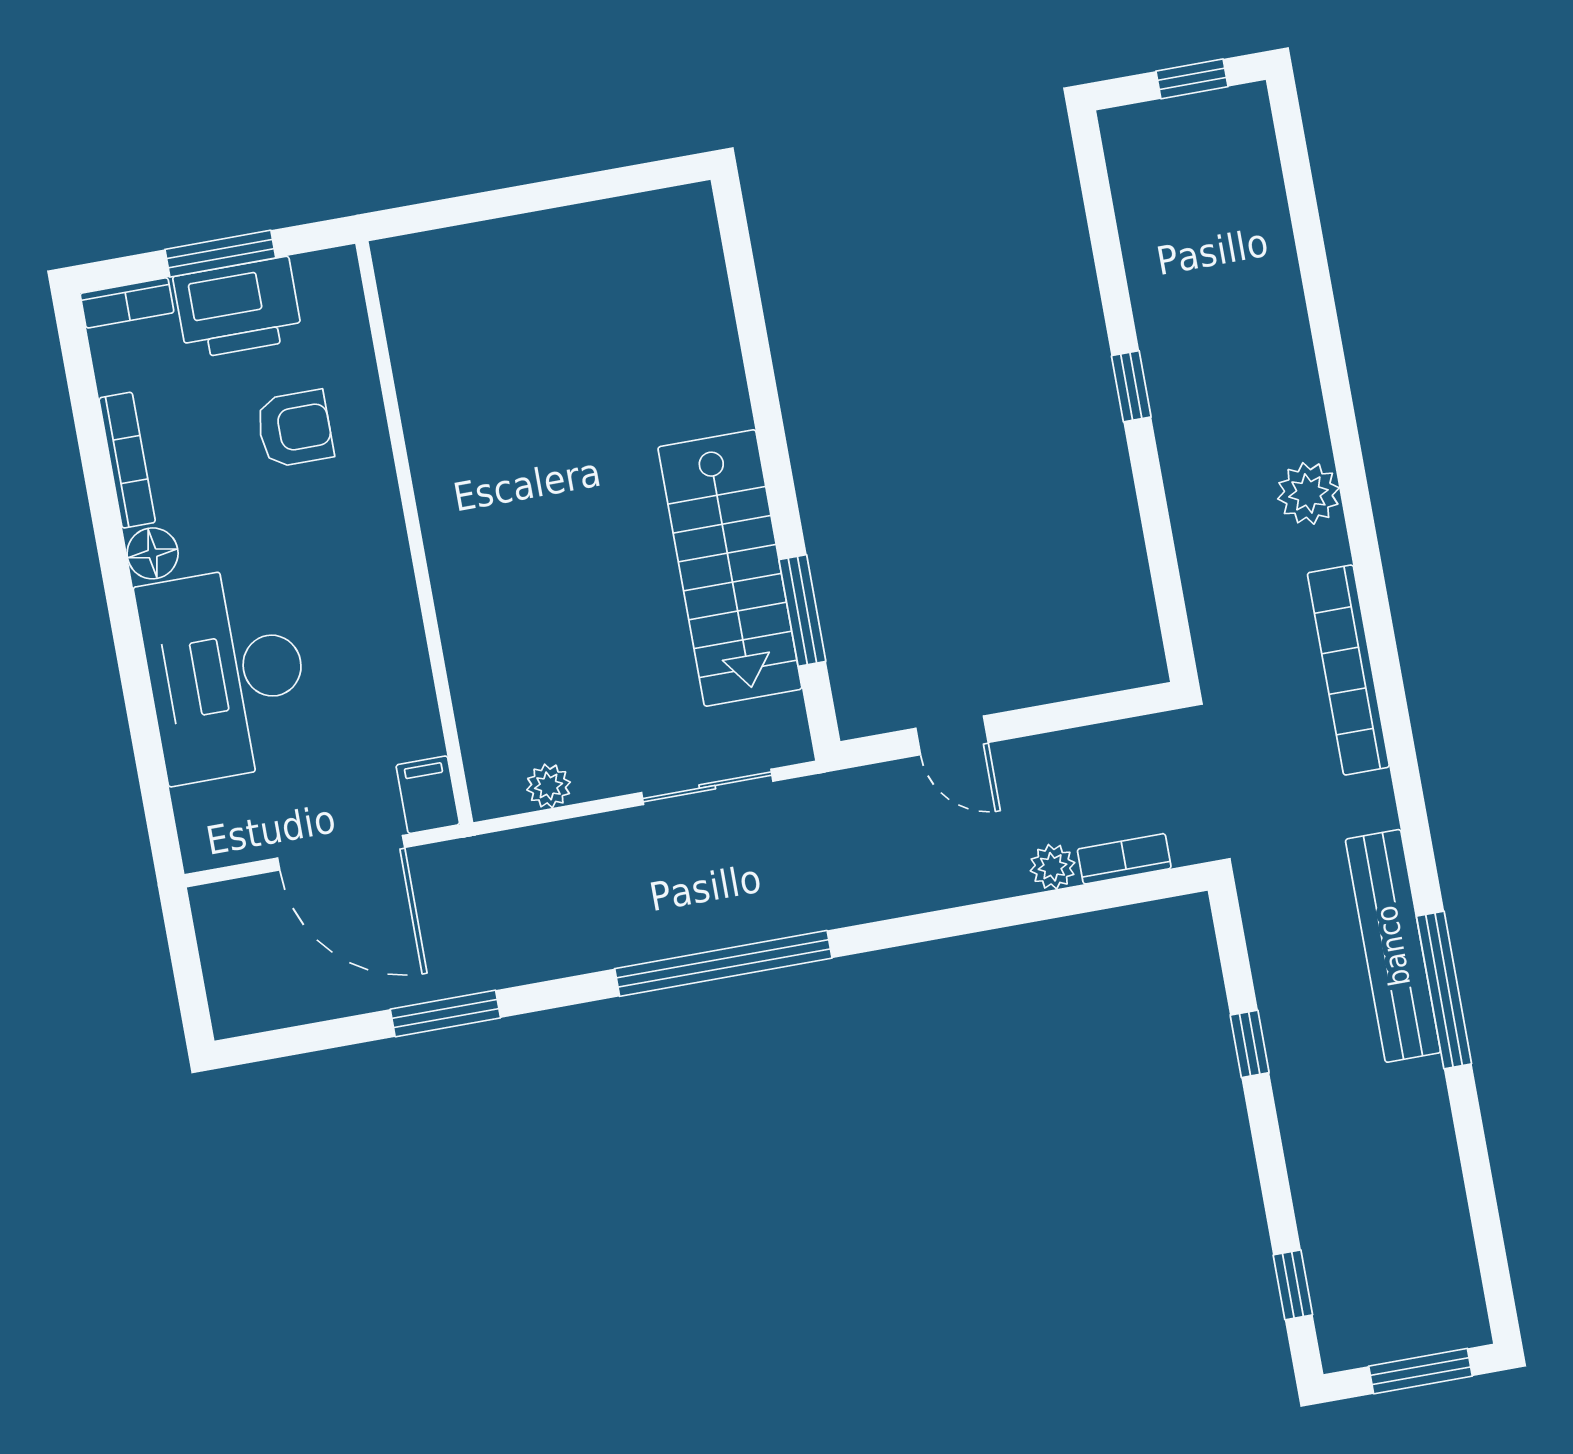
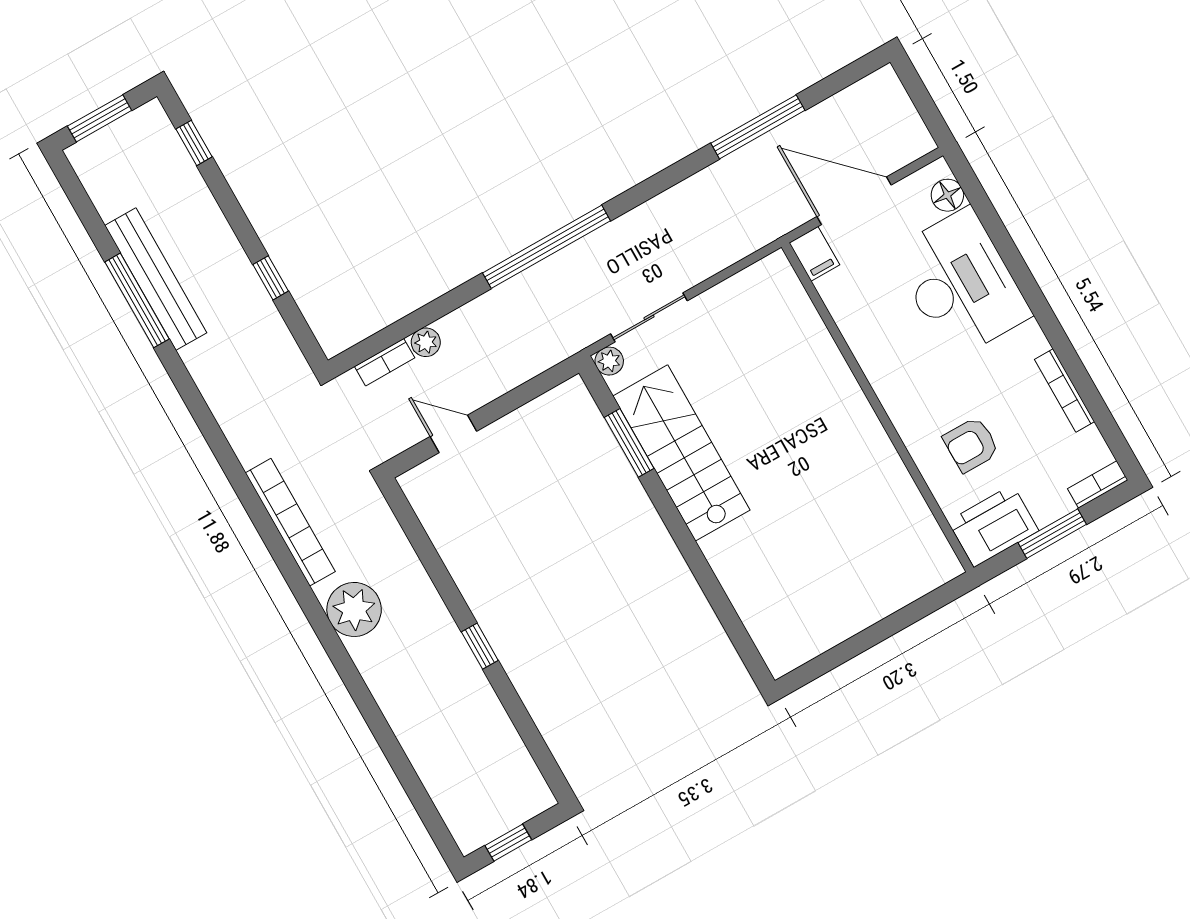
printer: (238, 308) -> (993, 526), moved
plant: (1308, 493) -> (354, 609), width x1.36, depth x1.36
floor lamp: (153, 553) -> (947, 195), moved
door: (952, 735) -> (453, 434), moved
plant: (549, 786) -> (609, 361), moved
bench: (1393, 946) -> (156, 279), moved
window: (723, 963) -> (546, 247), moved
window: (1444, 990) -> (137, 300), moved
window: (445, 1013) -> (758, 127), width x1.44

